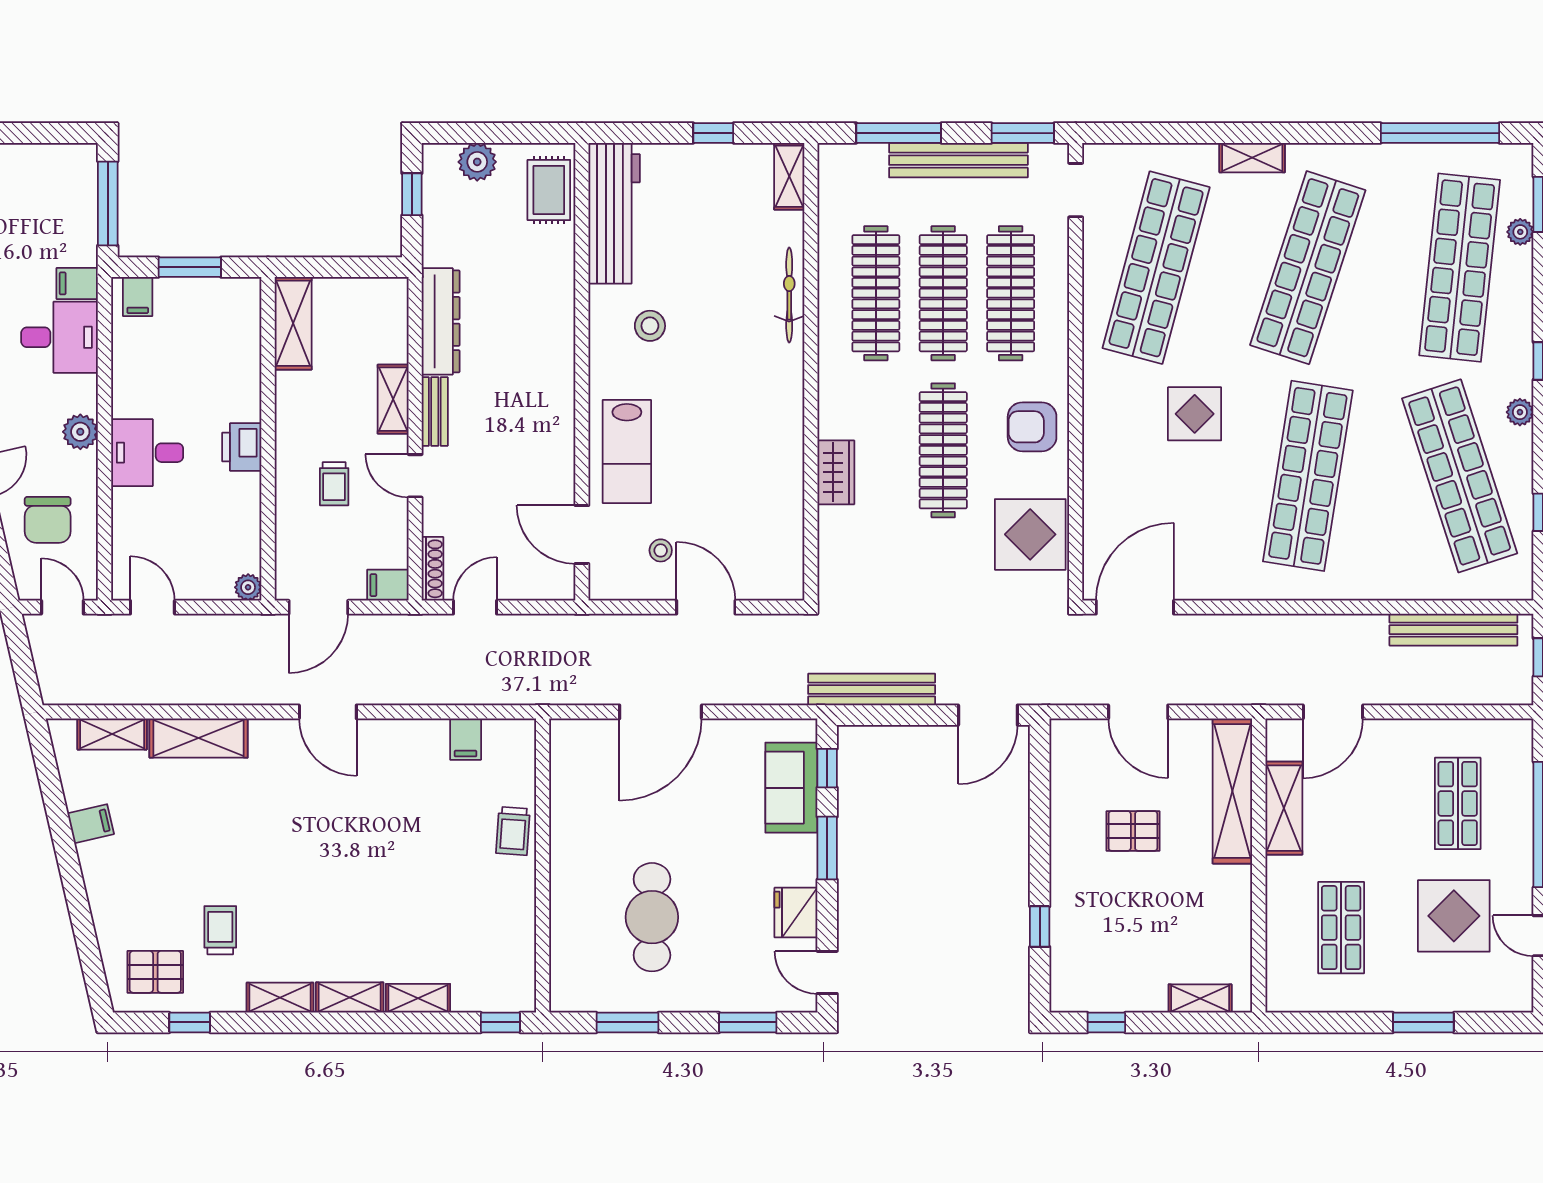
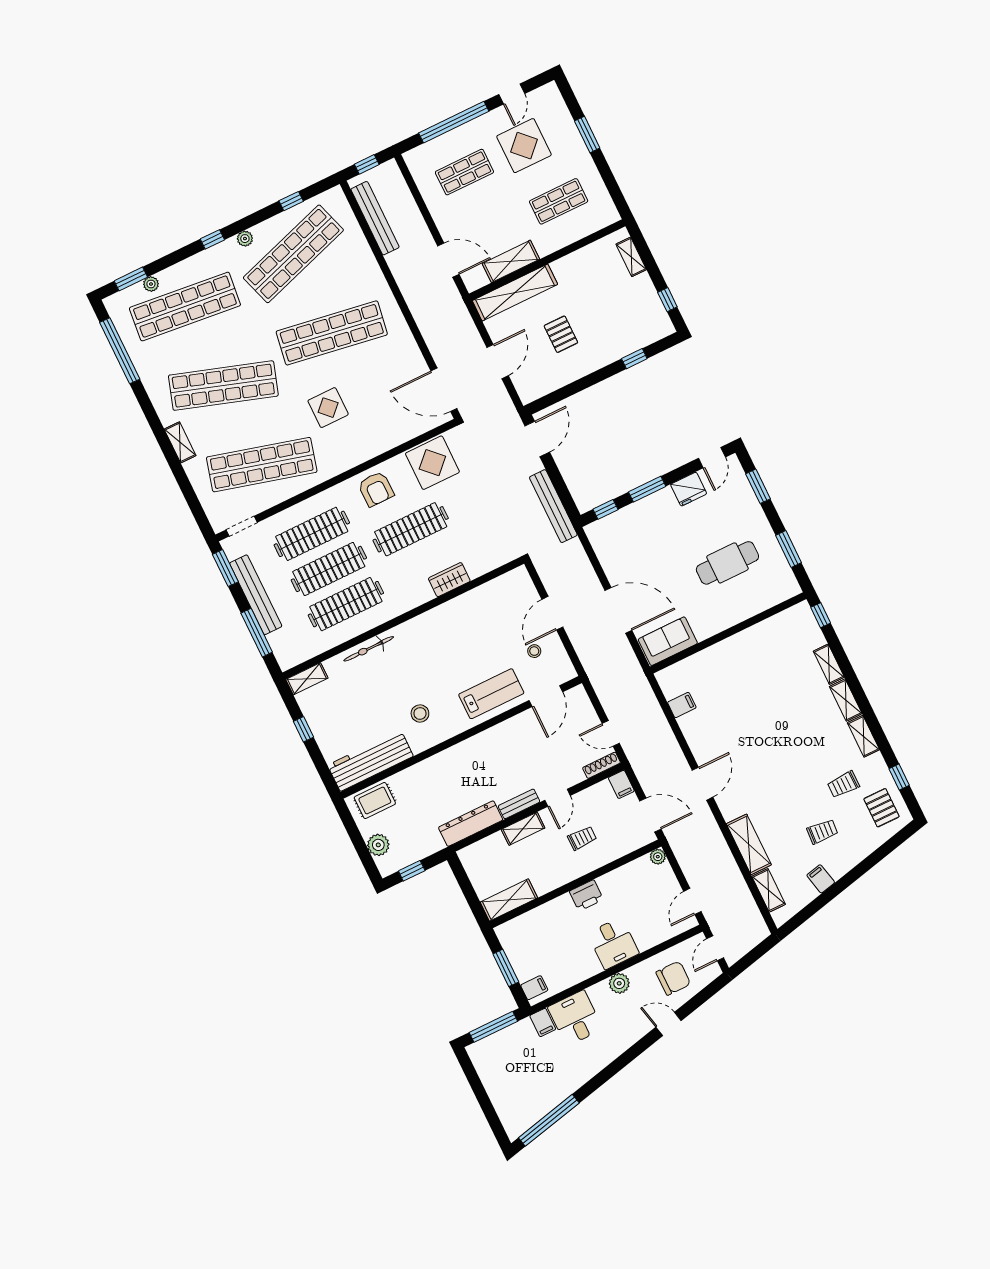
door: (988, 715) -> (537, 439), hinge flipped
sofa: (791, 788) -> (668, 641), moved, turned 180
trolley: (513, 831) -> (822, 831), moved

